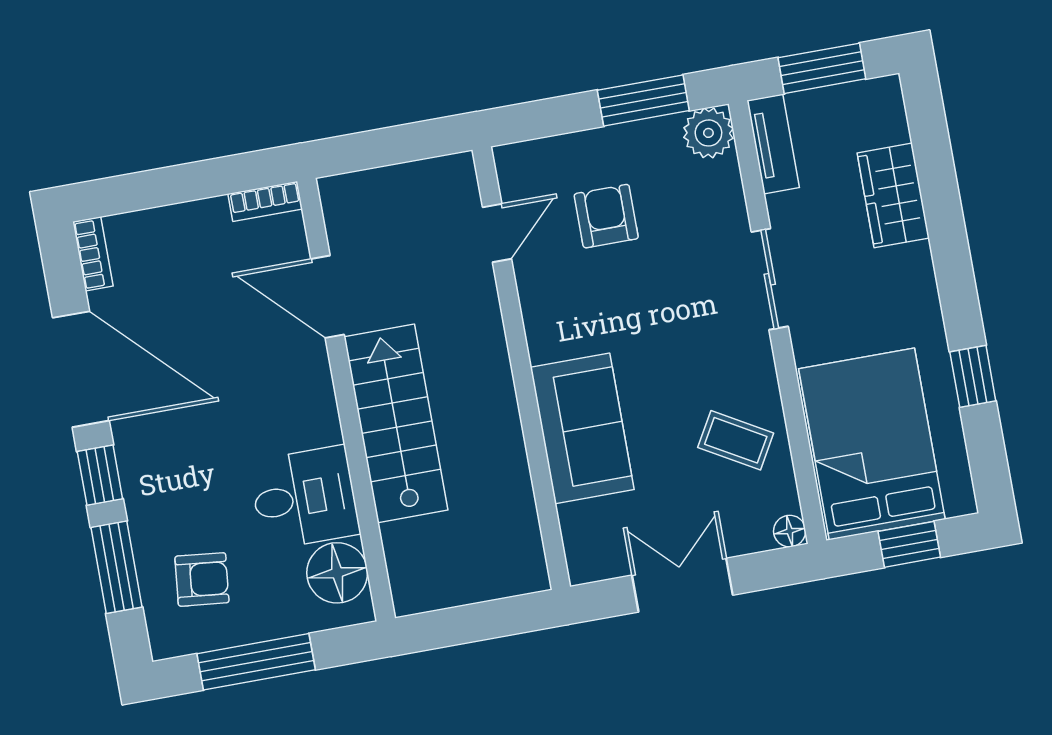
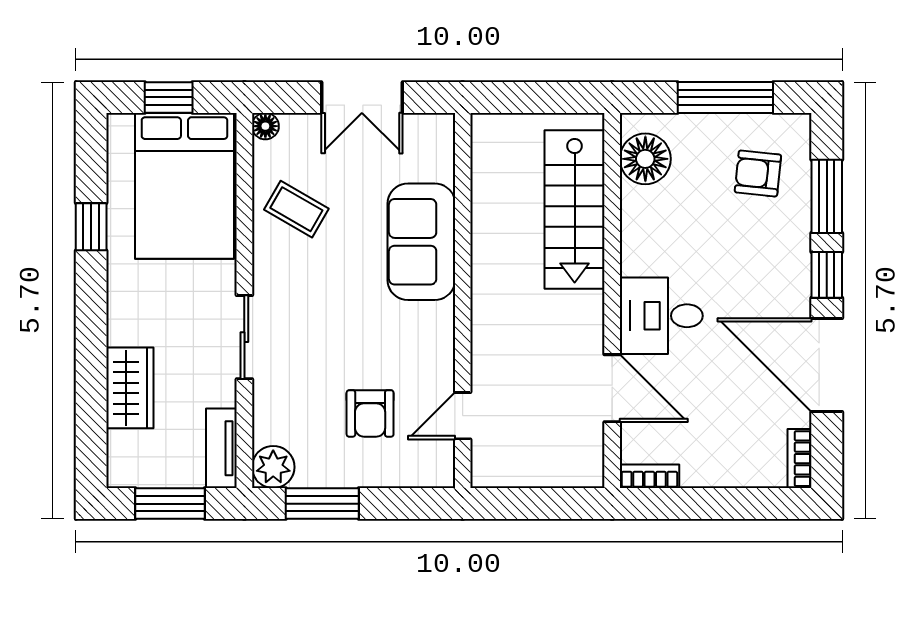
stairs: (396, 423) -> (575, 209), moved
desk: (304, 498) -> (661, 316), moved

